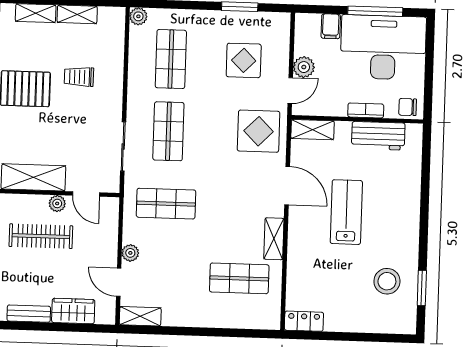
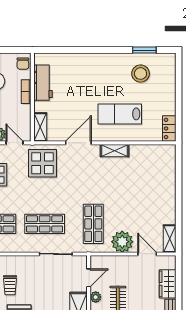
lab bench: (346, 212) -> (120, 114), moved
plant: (130, 253) -> (122, 242), width x1.88, depth x1.88
shop shelf: (239, 278) -> (142, 173), removed
door: (119, 282) -> (147, 254), swing flipped

